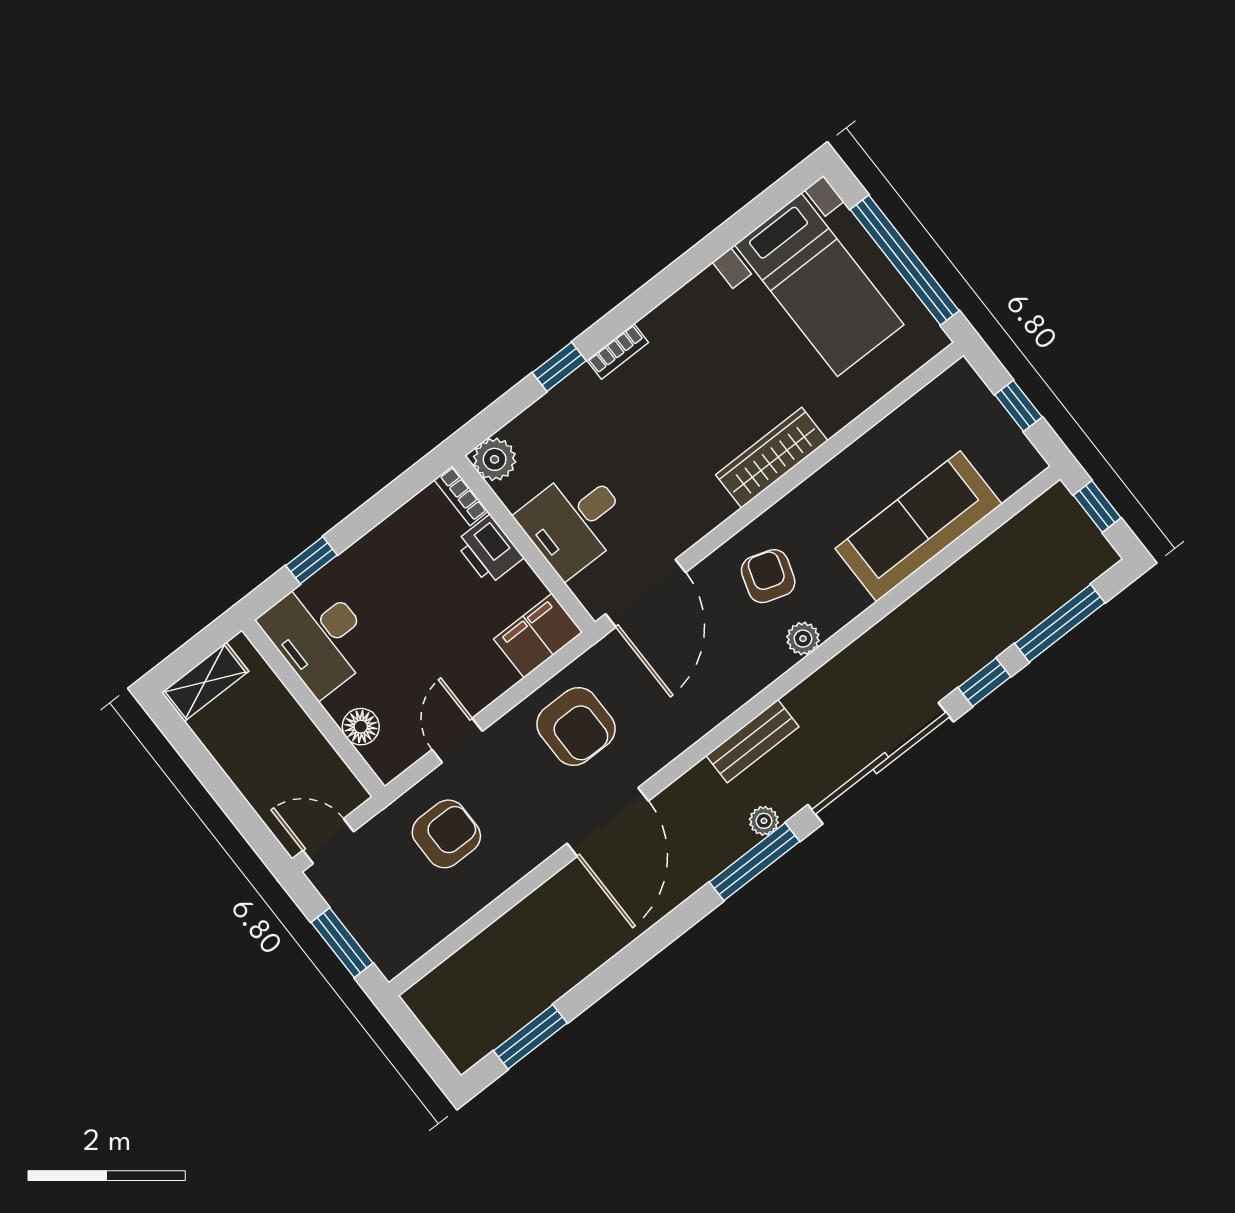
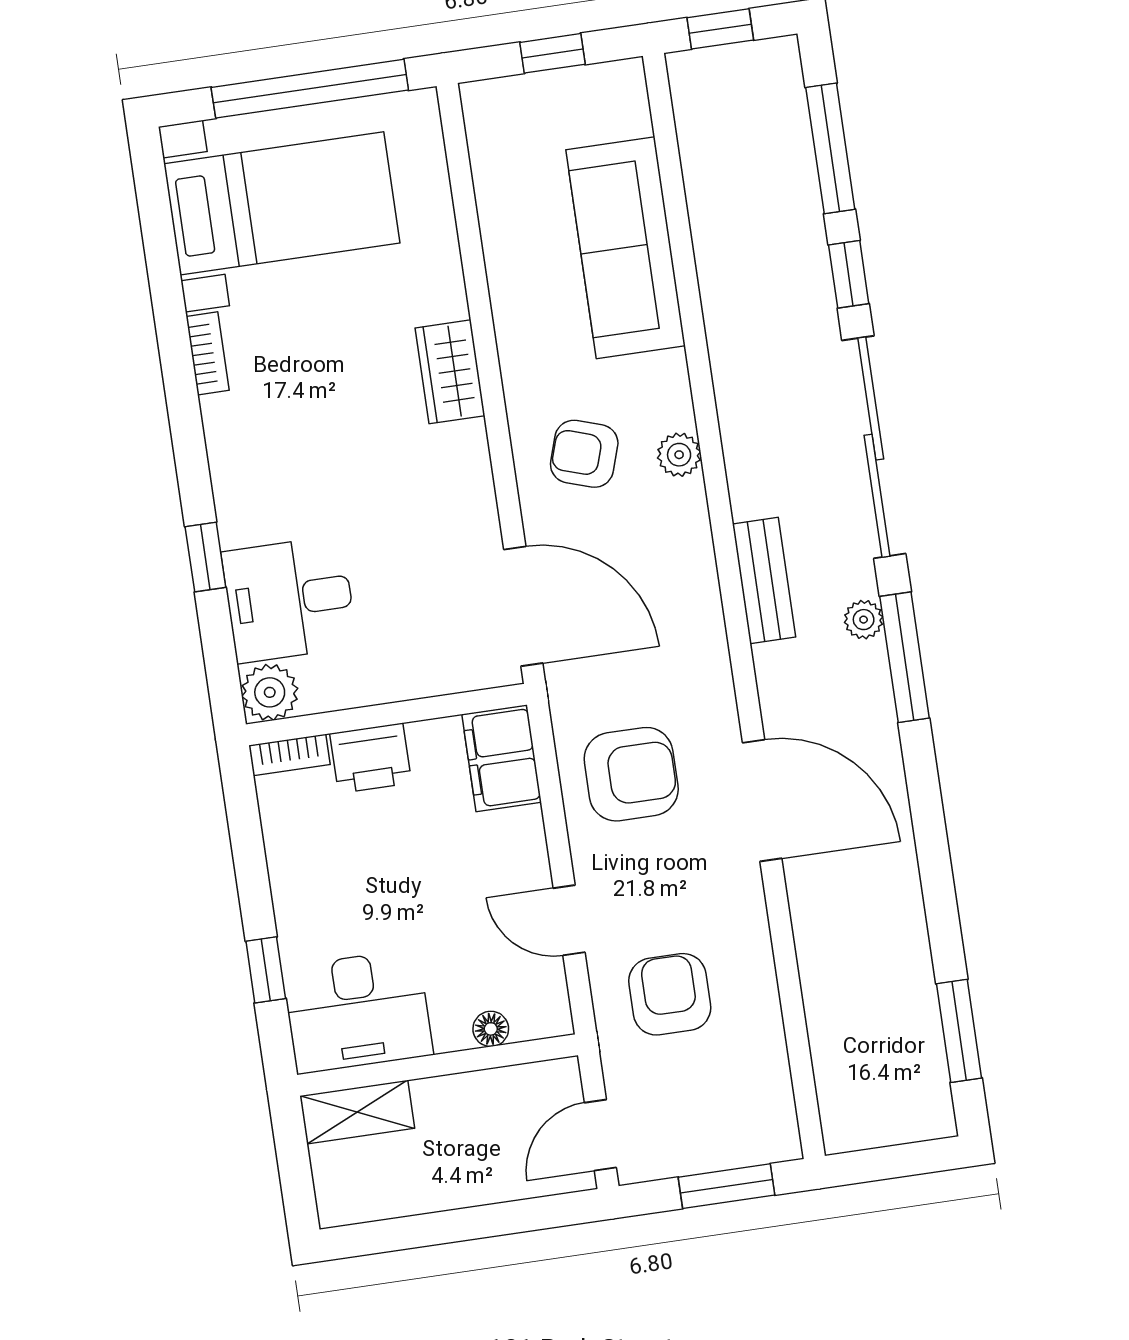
bookcase: (618, 351) -> (208, 353), moved
wardrobe: (772, 458) -> (450, 372), width x0.67
desk: (574, 521) -> (289, 599), moved, turned 90
shelving: (205, 682) -> (357, 1112), moved, turned 90
floor lamp: (361, 727) -> (491, 1029), width x0.73, depth x0.73

